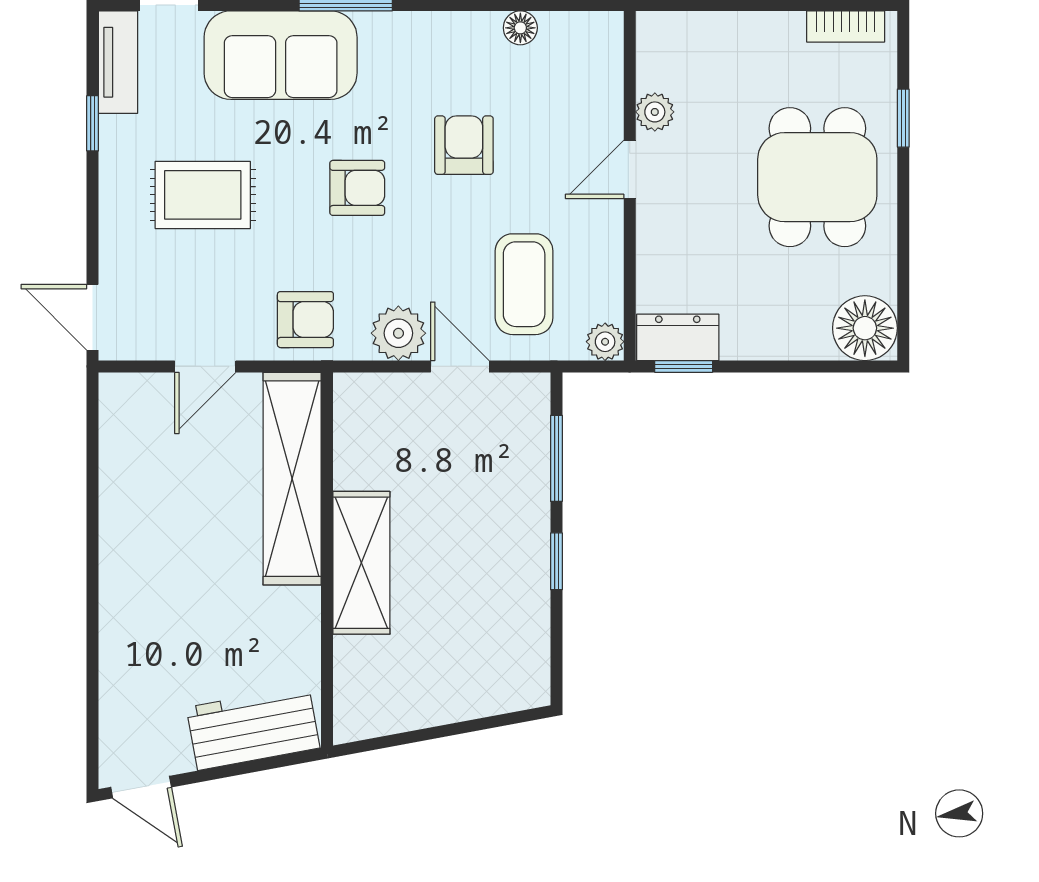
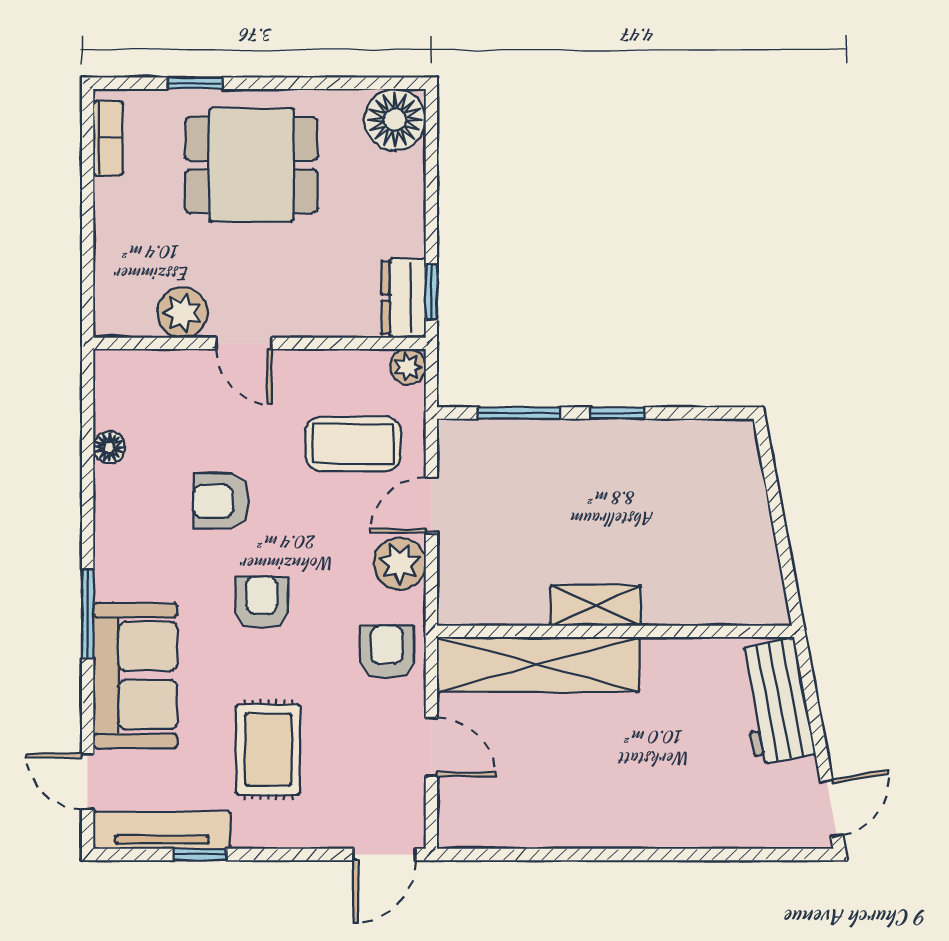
tv unit: (118, 62) -> (162, 830), width x1.41
plant: (655, 112) -> (182, 313), width x1.38, depth x1.38
shelving: (361, 563) -> (596, 605), width x0.67, depth x0.75

